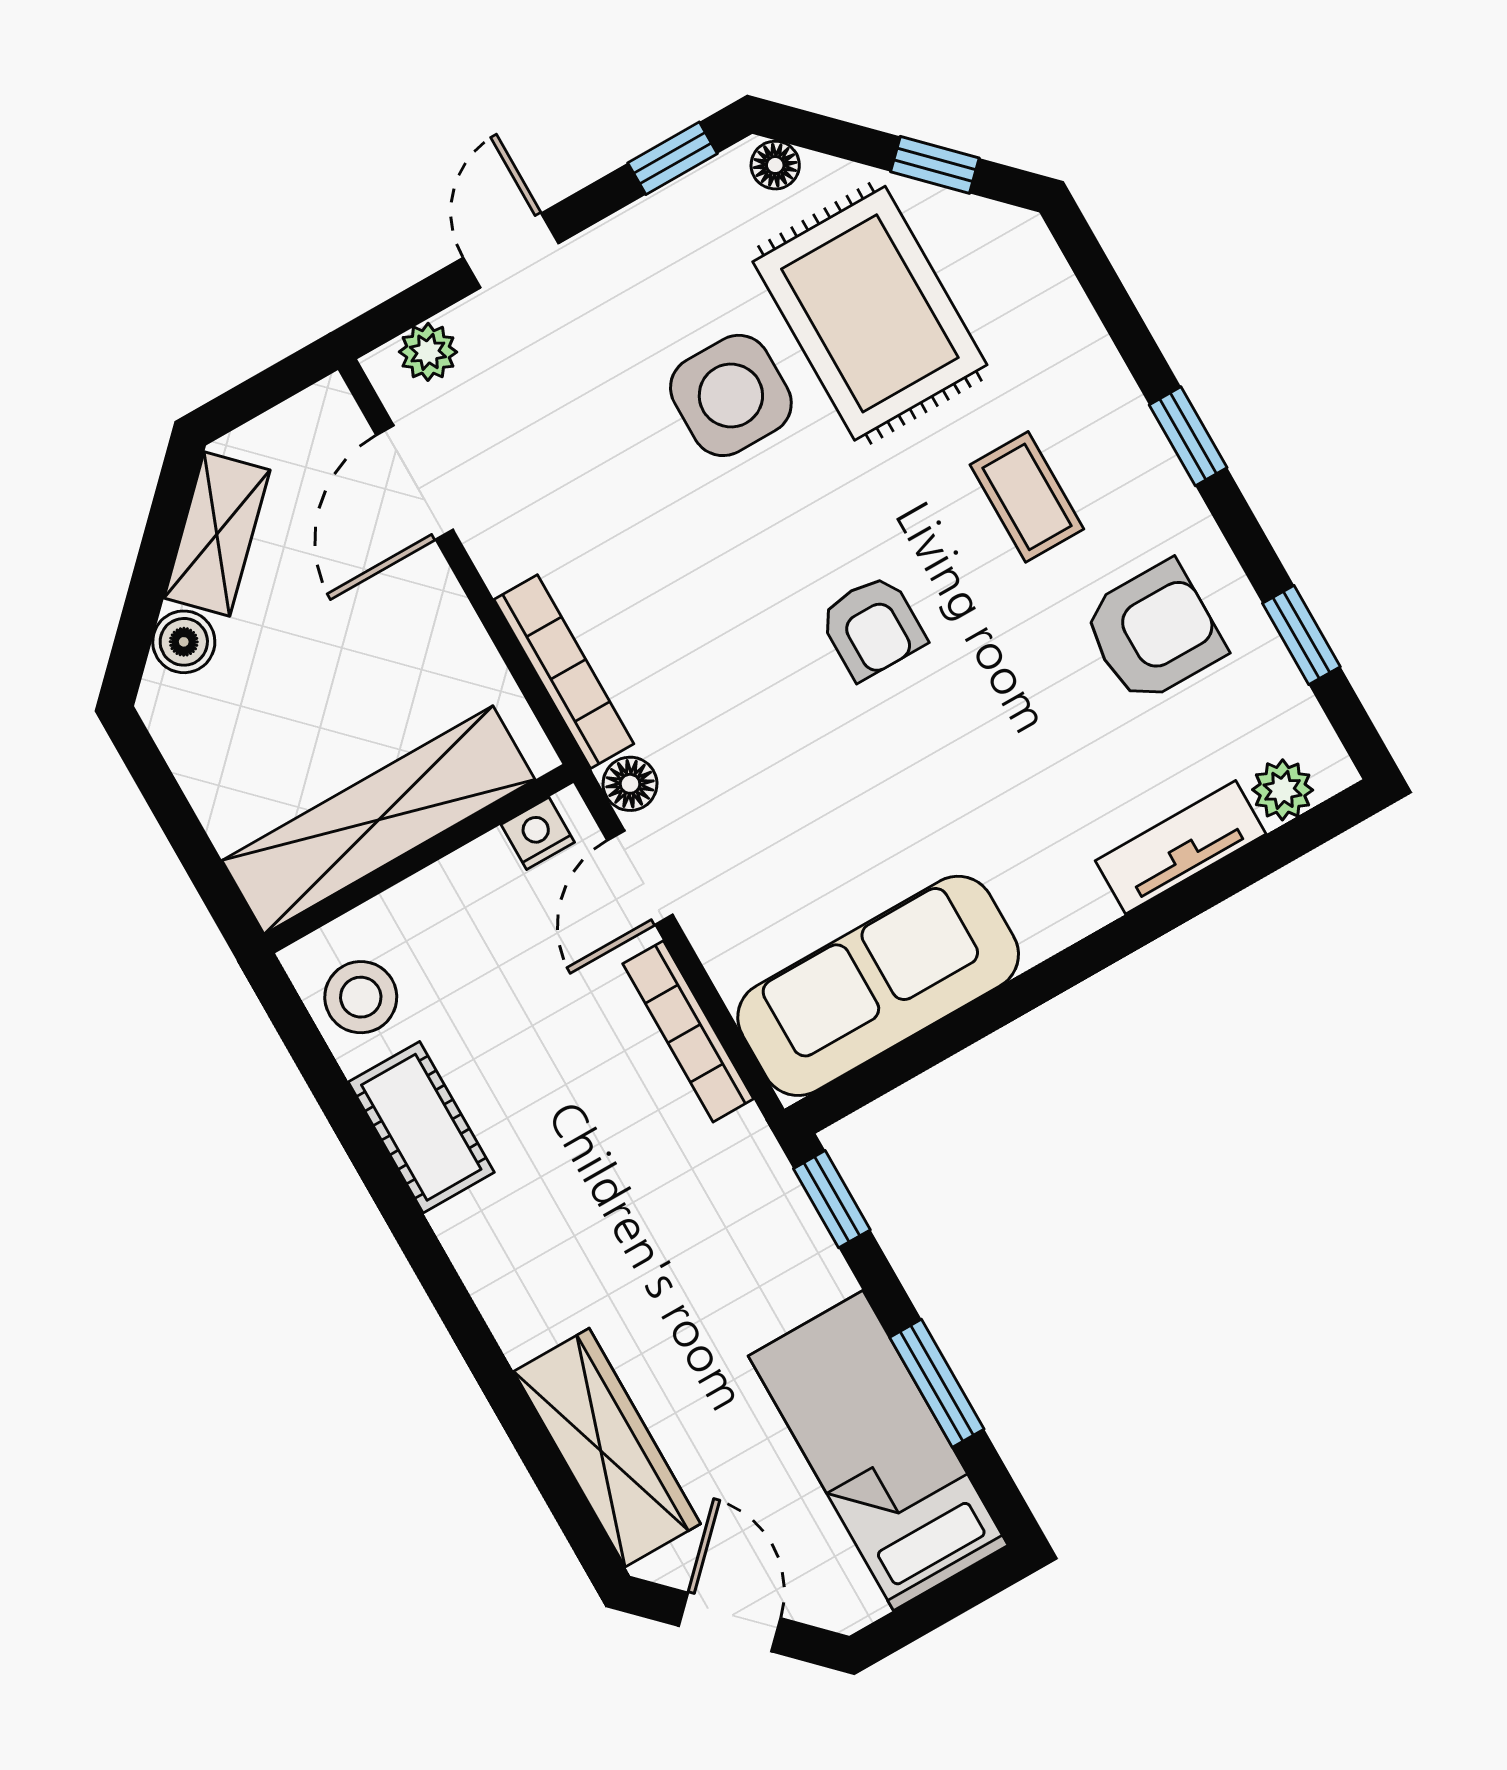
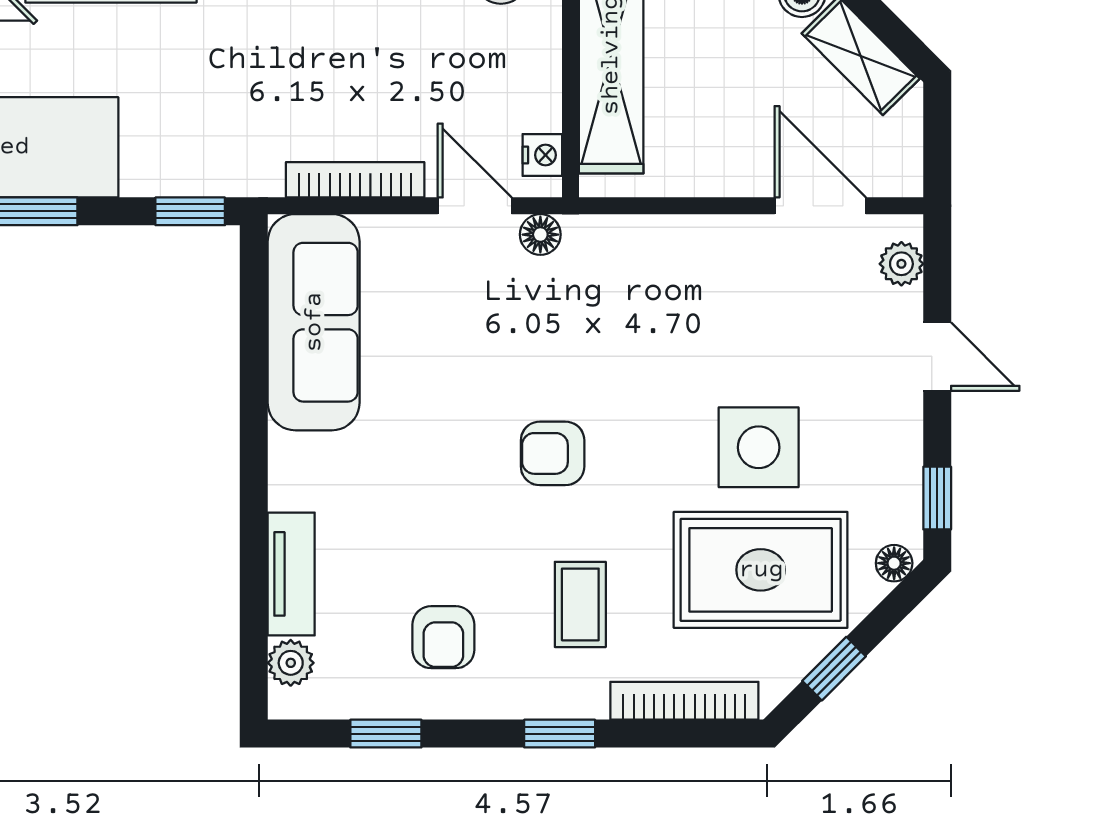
coffee table: (1027, 497) -> (580, 604), turned 90
armchair: (1154, 632) -> (443, 637), width x0.72, depth x0.72
bookcase: (564, 672) -> (684, 701), moved, turned 180

